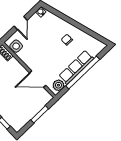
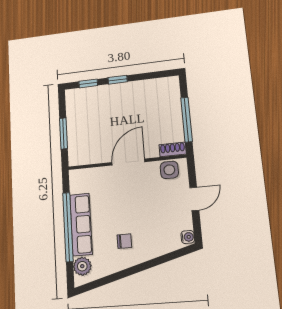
door: (21, 23) -> (194, 199), swing flipped
door: (38, 79) -> (128, 162), moved
plant: (58, 85) -> (82, 266), moved

